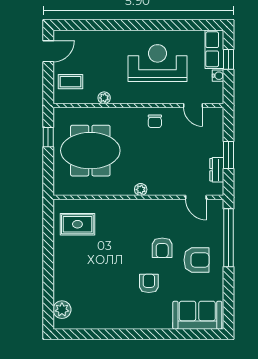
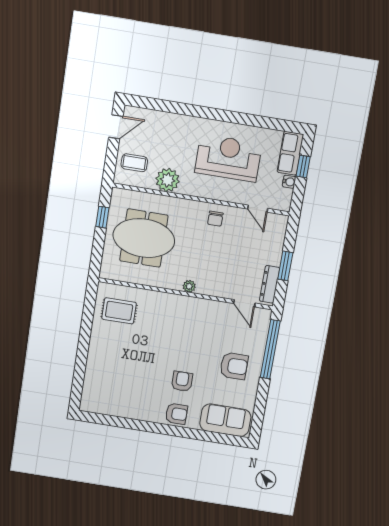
plant: (104, 98) -> (168, 180), width x1.87, depth x1.87
dresser: (217, 170) -> (270, 284), width x1.44
armchair: (162, 248) -> (176, 414), moved, turned -90
plant: (62, 310) -> (91, 393), removed

